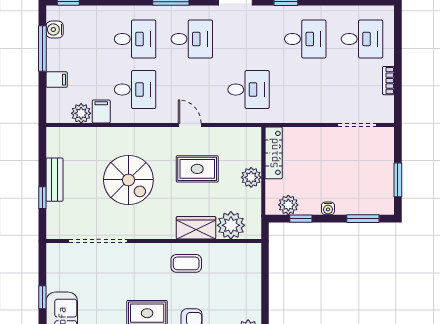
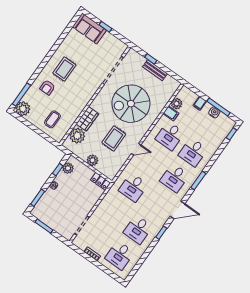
water cooler: (55, 30) -> (214, 112), moved
locker: (274, 153) -> (100, 181), width x0.66
spiral stairs: (128, 180) -> (131, 104), width x1.37, depth x1.37
coffee table: (186, 263) -> (52, 119), moved

